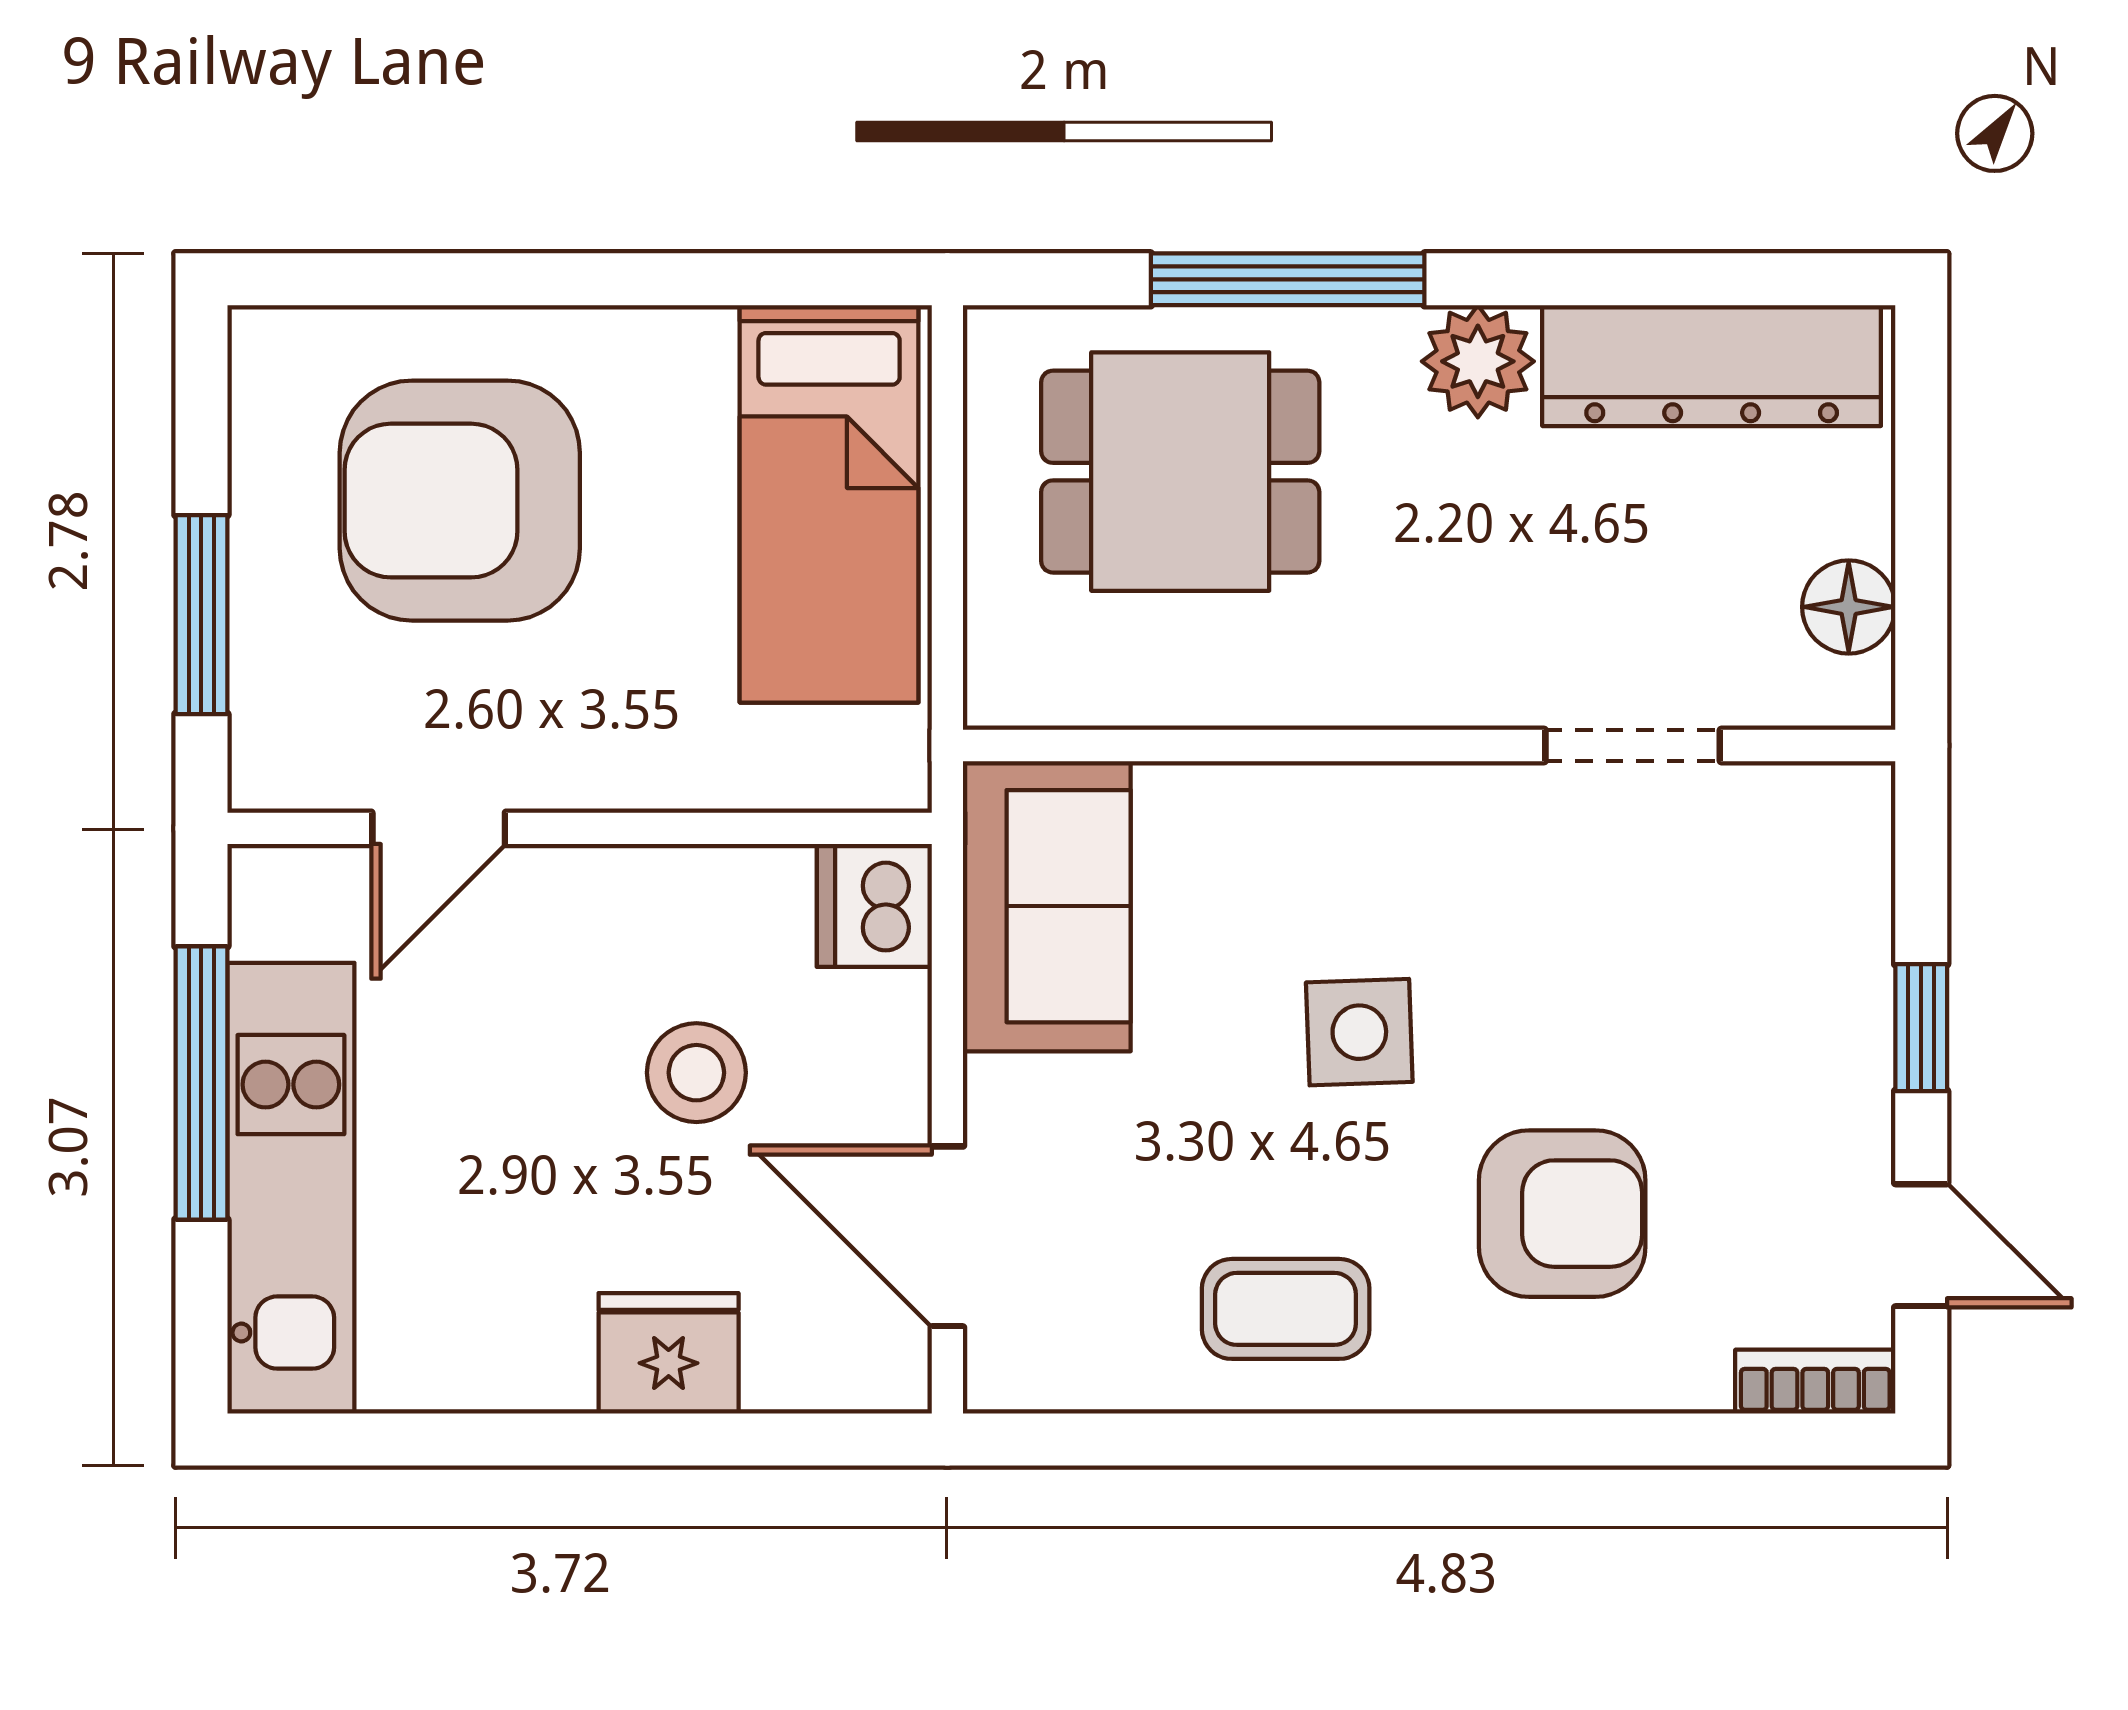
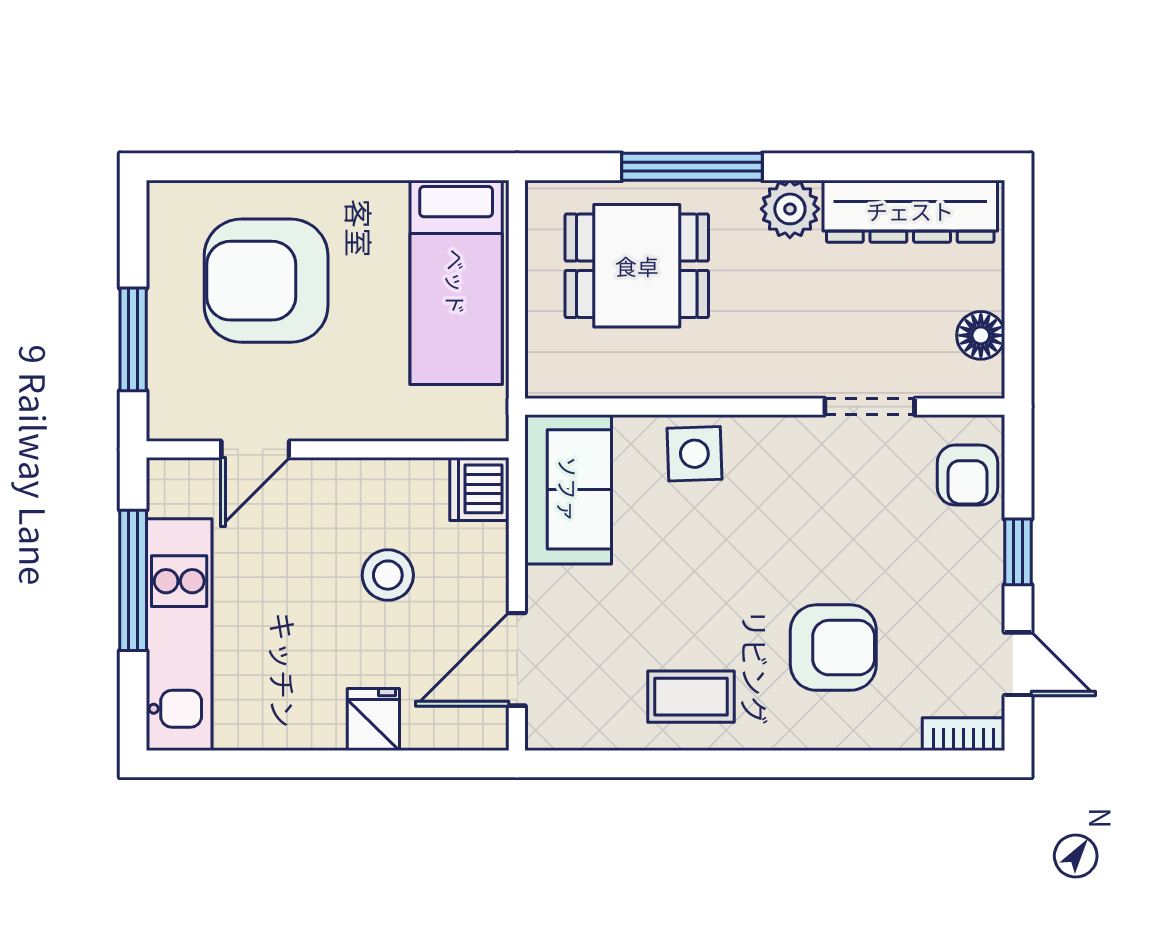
armchair: (1823, 878) -> (967, 475), added
side table: (1359, 1032) -> (694, 454), moved
door: (947, 1236) -> (517, 659), hinge flipped
fridge: (669, 1353) -> (373, 720), width x0.72

